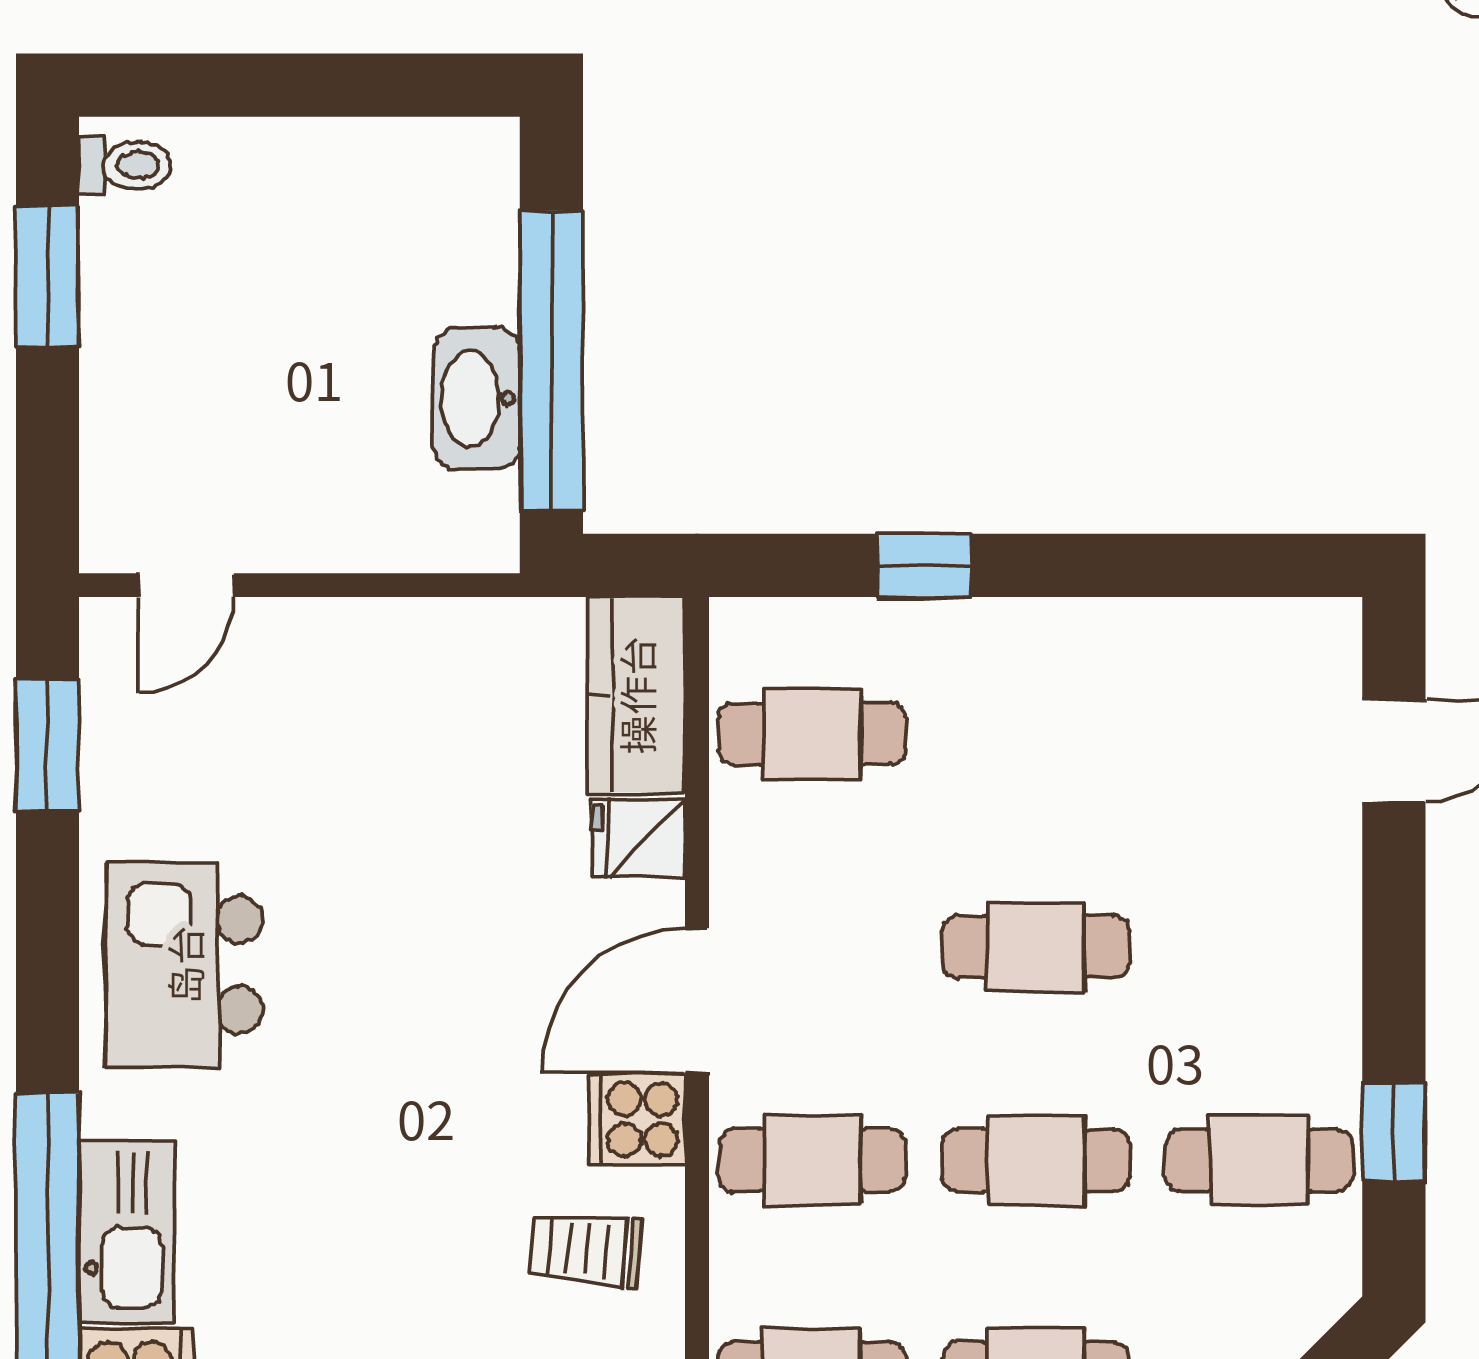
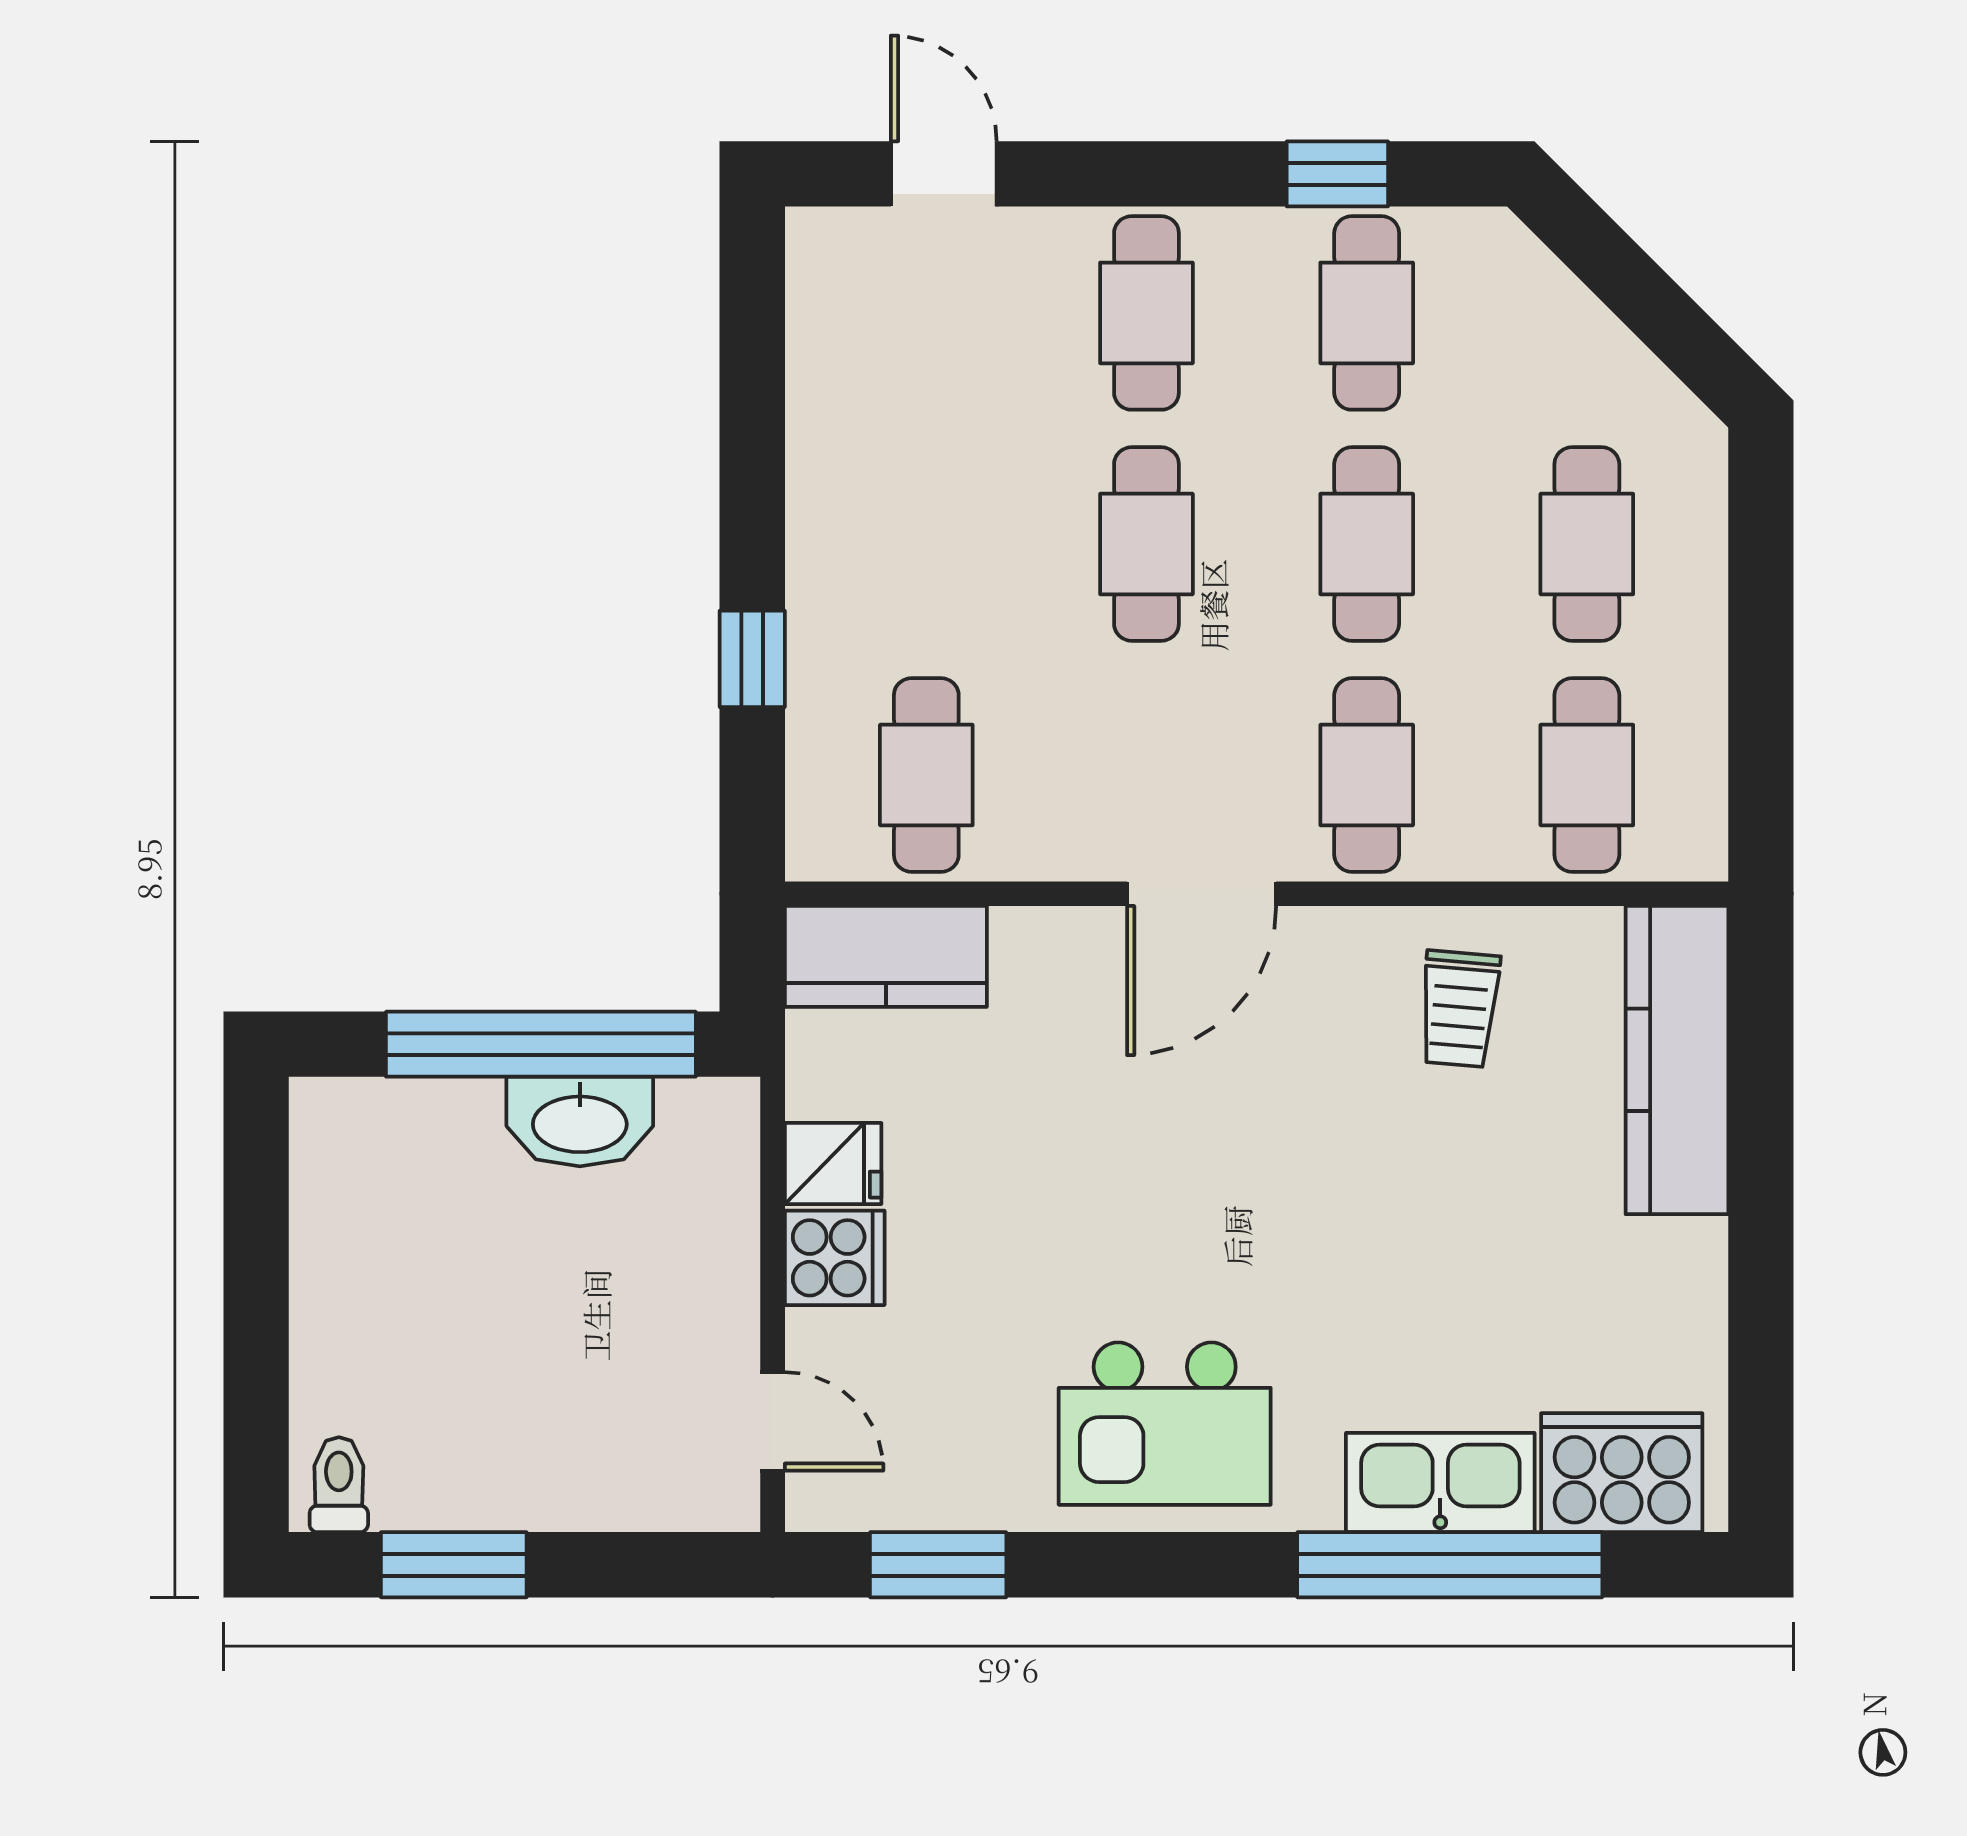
fridge: (638, 838) -> (833, 1164), moved, turned -90
cafe table: (1259, 947) -> (1146, 313), added
door: (697, 1000) -> (1202, 894), hinge flipped
cooker: (637, 1120) -> (835, 1258), moved, turned -90

